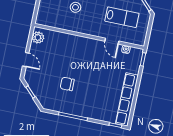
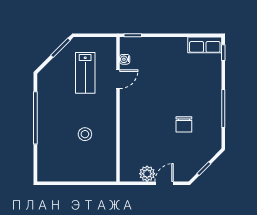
lab bench: (122, 17) -> (85, 73), turned 180
plant: (38, 37) -> (147, 174), moved
row of seats: (127, 99) -> (205, 45), width x0.50

